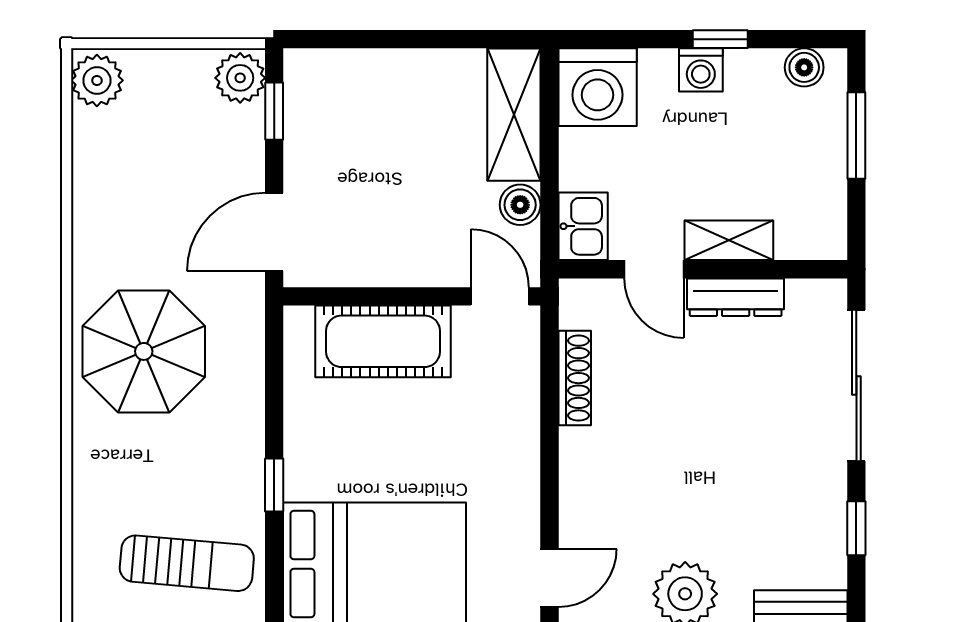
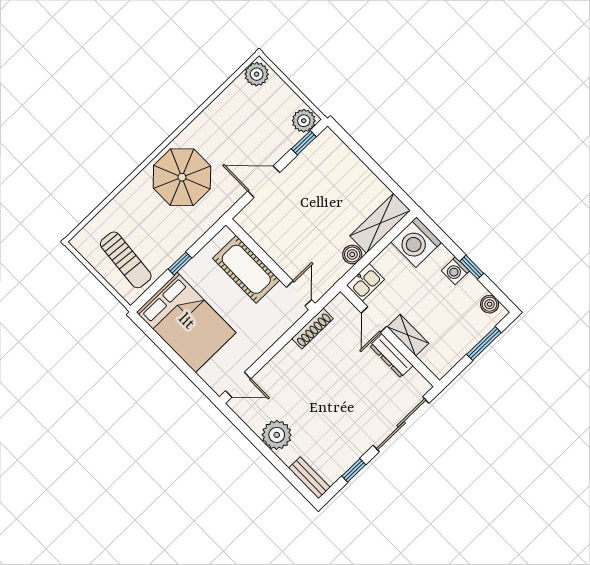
wall: (412, 296) -> (270, 264), moved
door: (500, 296) -> (299, 293), moved
cot: (383, 341) -> (246, 269), moved

